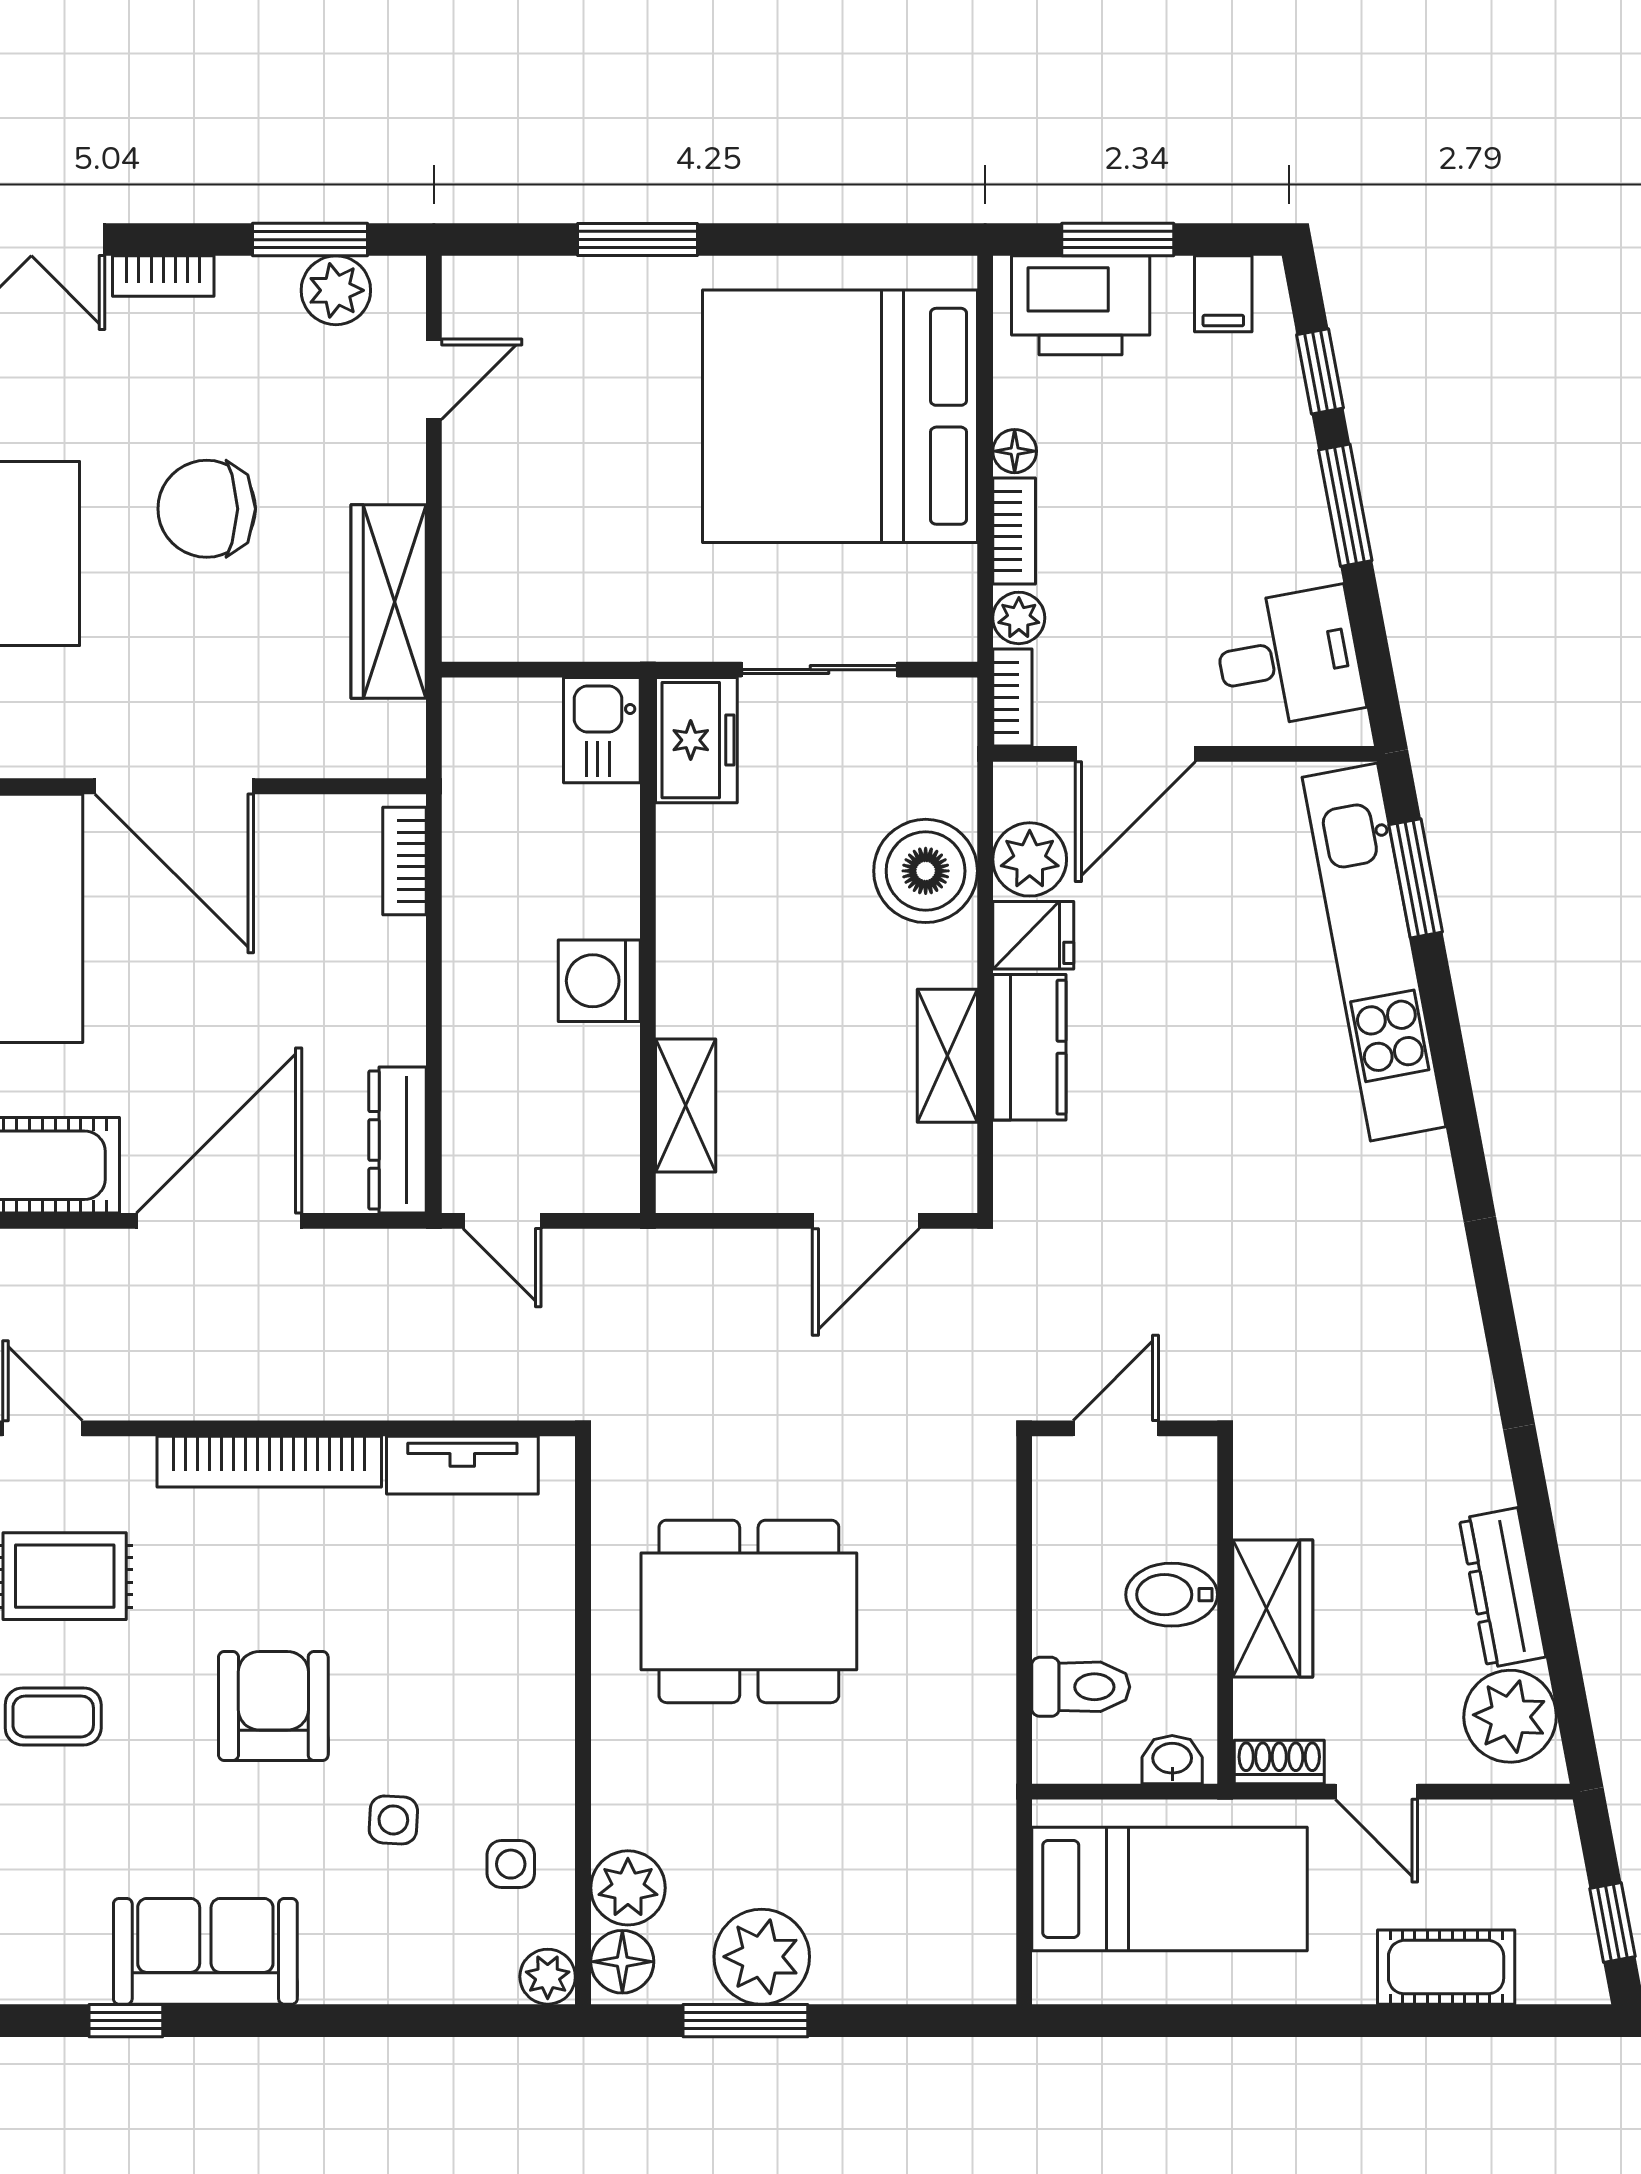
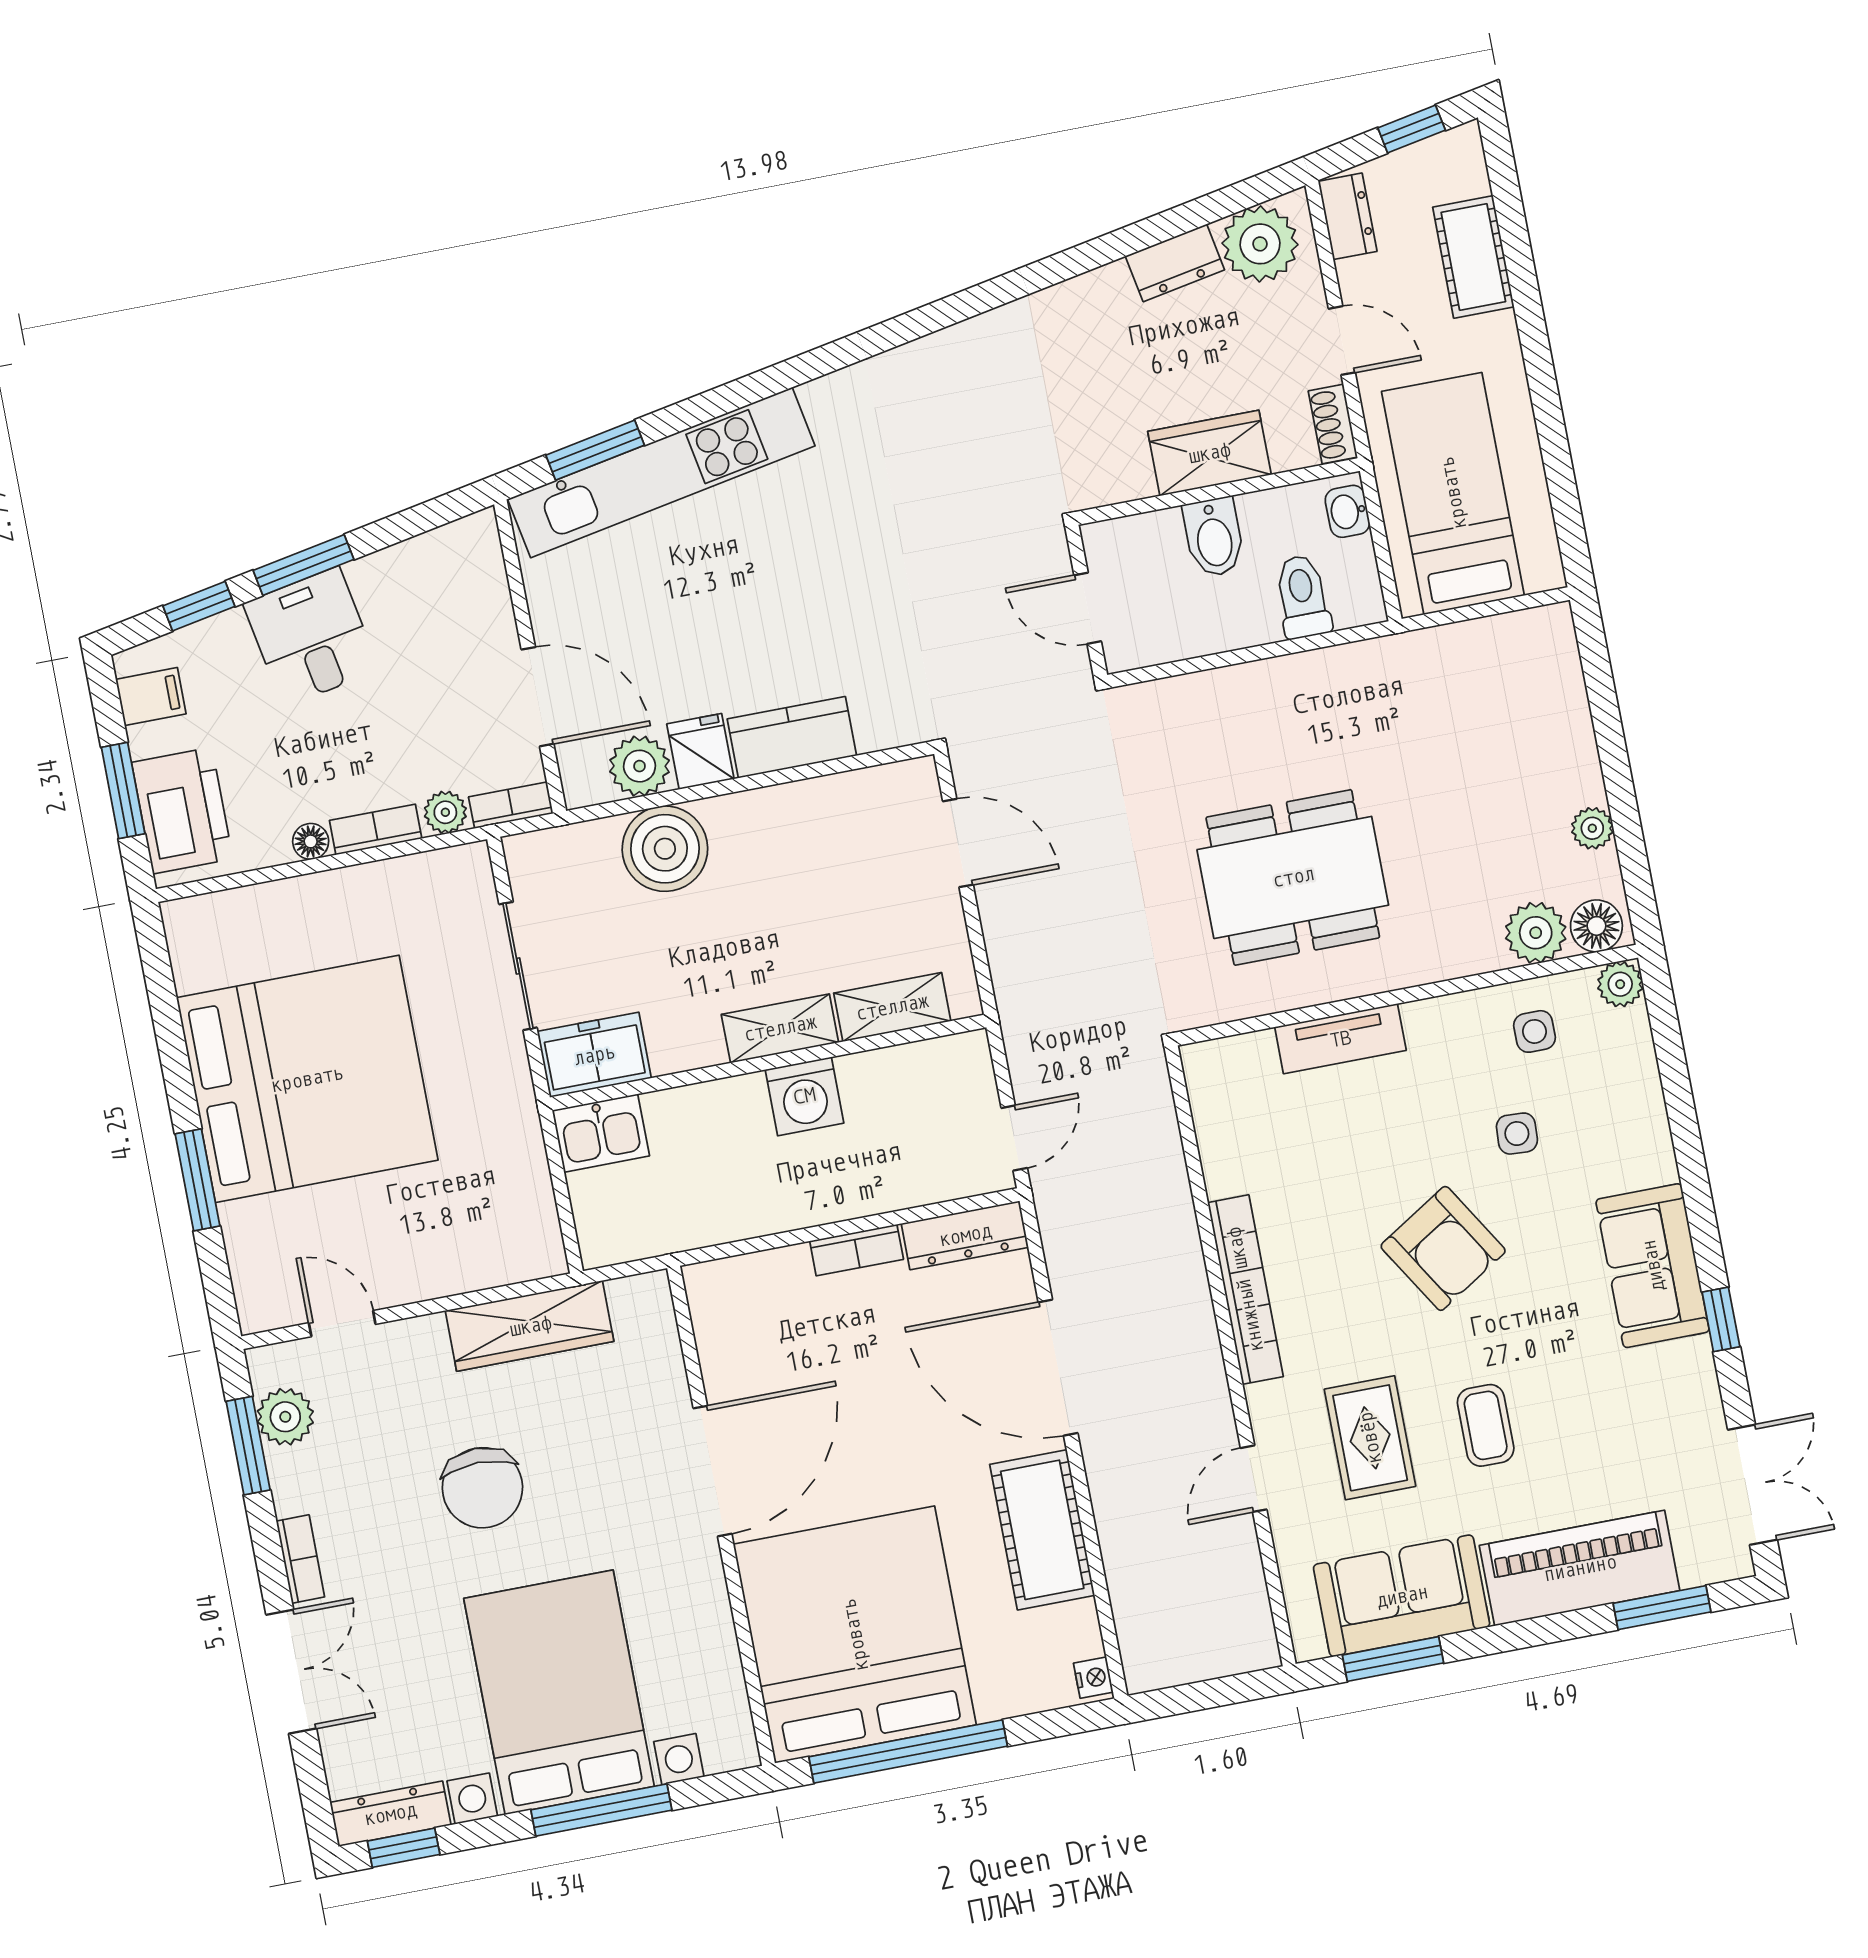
bed: (840, 416) -> (307, 1079), moved, turned -90
desk: (1288, 658) -> (311, 637), moved
bookcase: (404, 861) -> (857, 1250), moved
shelving: (947, 1056) -> (780, 1028), moved
tv unit: (462, 1465) -> (1340, 1039), moved, turned 90
dresser: (1503, 1588) -> (1175, 263), width x0.70
dining table: (749, 1611) -> (1293, 877), turned 90
armchair: (273, 1706) -> (1443, 1248), turned -122
door: (1376, 1792) -> (1342, 341), hinge flipped
dresser: (1523, 1827) -> (1348, 216), added
plant: (762, 1957) -> (1592, 828), width x0.53, depth x0.53
window: (745, 2021) -> (1625, 817), removed

